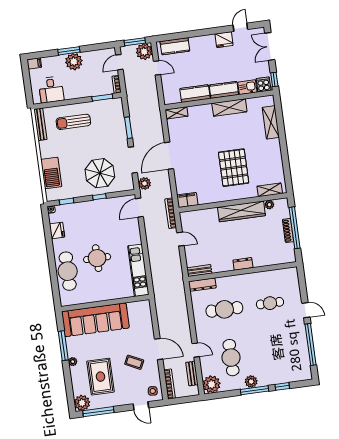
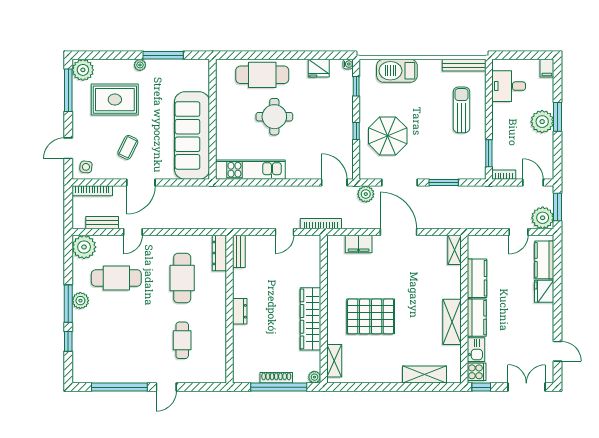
fridge: (224, 40) -> (544, 291), moved
filing cabinet: (187, 200) -> (359, 244), moved, turned 90
plant: (269, 205) -> (314, 377), moved
sofa: (95, 320) -> (192, 135), moved

